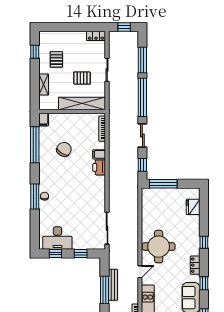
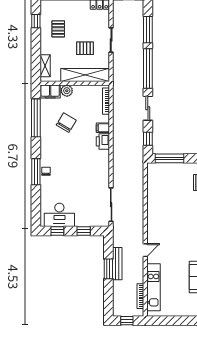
shelving: (44, 84) -> (45, 66), moved
filing cabinet: (44, 119) -> (50, 91), width x2.00
plant: (64, 119) -> (67, 91), added
round table: (159, 247) -> (165, 224), removed
window: (104, 290) -> (108, 269), width x0.69

